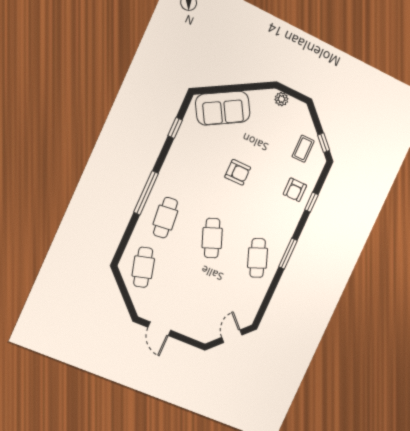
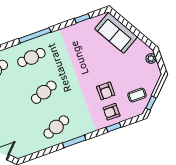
armchair: (238, 172) -> (106, 91), moved

